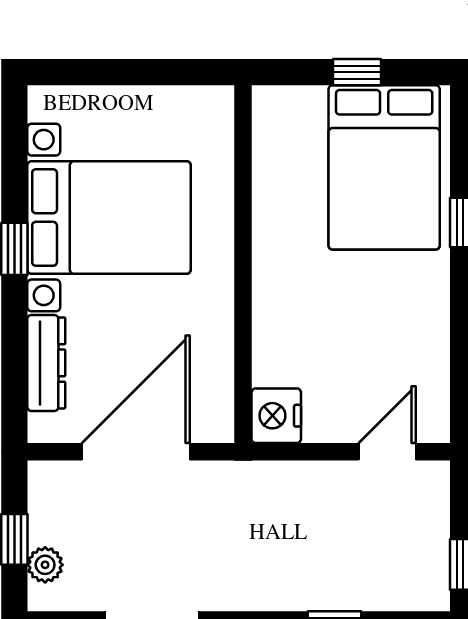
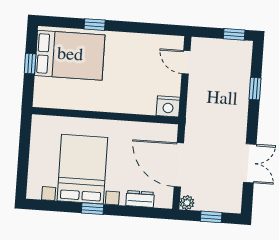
dresser: (46, 363) -> (140, 199), width x0.70
plant: (45, 565) -> (187, 203), moved

